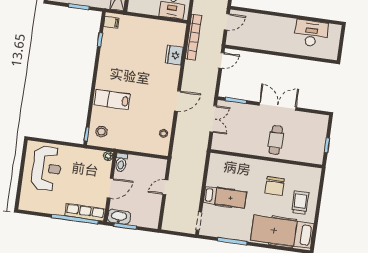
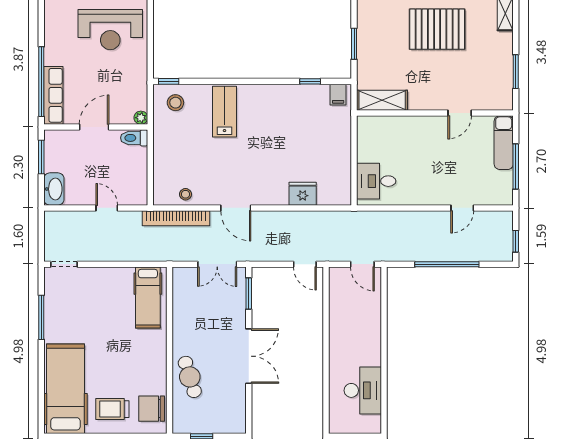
bookcase: (193, 37) -> (176, 218), moved
cafe table: (276, 140) -> (190, 377), moved, turned 73
chair: (275, 186) -> (152, 409), moved
door: (110, 188) -> (94, 127), swing flipped
hospital bed: (225, 197) -> (148, 297), moved
trolley: (300, 202) -> (112, 409), turned 180
washbasin: (119, 217) -> (54, 189), moved

